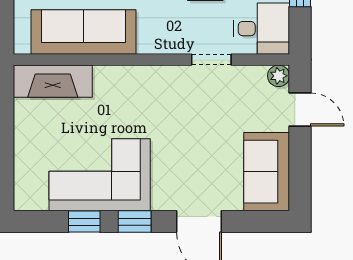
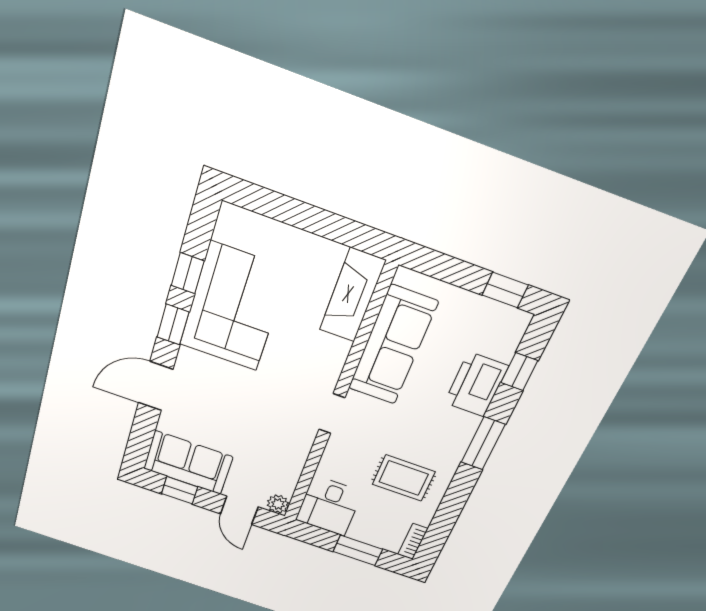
doorway: (211, 60) -> (332, 414), moved
door: (300, 109) -> (239, 510), hinge flipped
window: (300, 171) -> (180, 490), added

